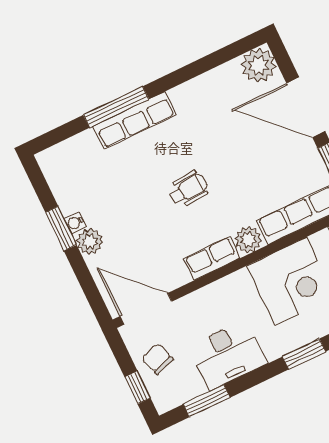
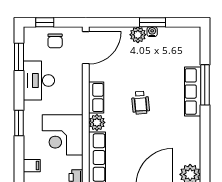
chair: (158, 359) -> (55, 41), turned 108

